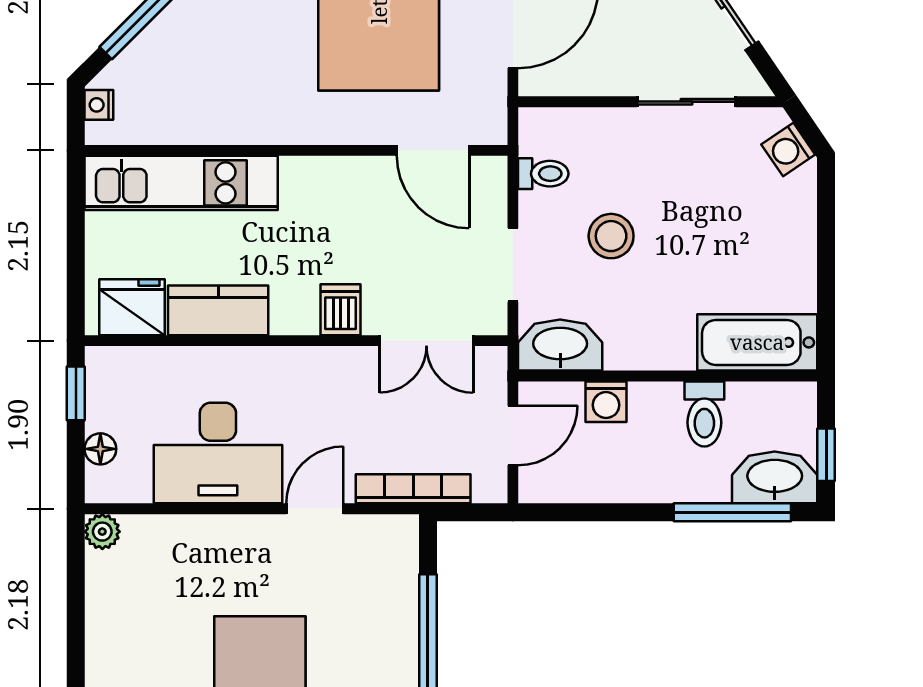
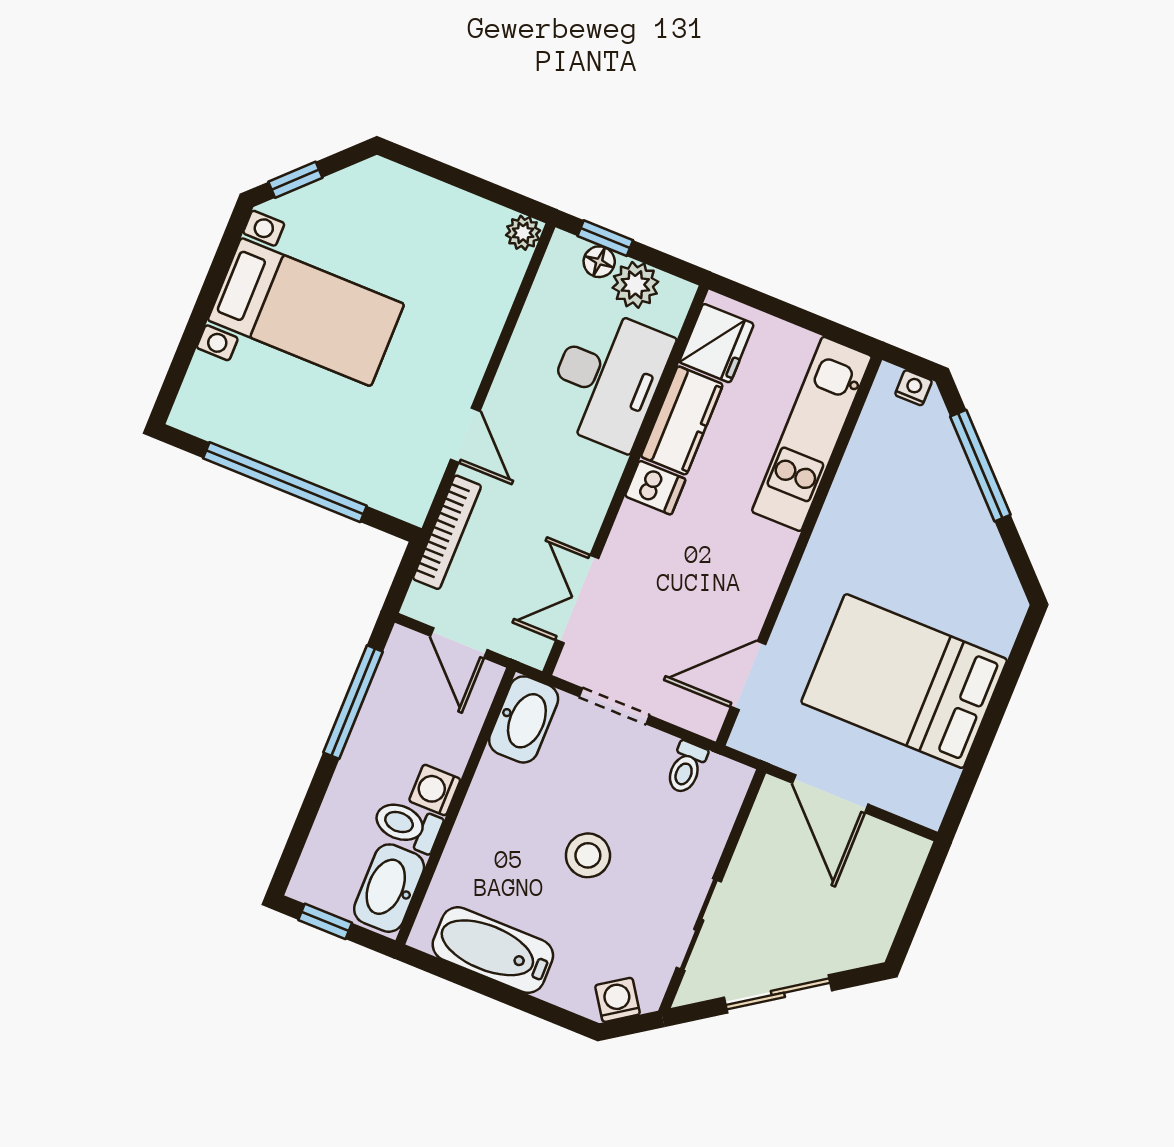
stool: (611, 236) -> (588, 855), moved
dishwasher: (341, 310) -> (655, 488), moved
bathtub: (757, 342) -> (493, 950), moved, turned -90
window: (76, 393) -> (605, 238), moved
washing machine: (606, 402) -> (435, 790), moved
plant: (108, 406) -> (635, 285), added
desk: (218, 453) -> (608, 378), moved, turned 180
washbasin: (775, 477) -> (389, 888), moved, turned 180
window: (732, 512) -> (353, 702), moved

